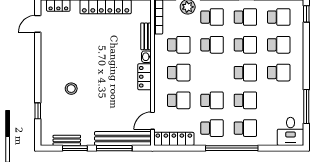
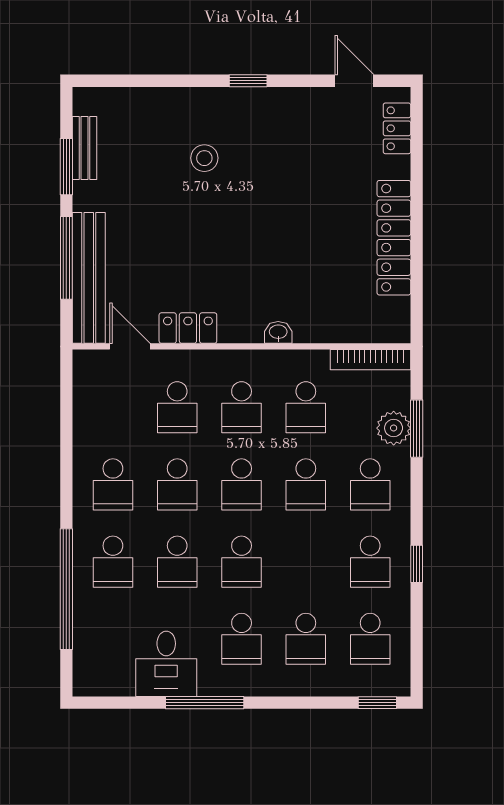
bench: (146, 36) -> (325, 331), removed
school desk: (245, 45) -> (242, 484), moved
locker: (145, 77) -> (188, 328), moved
window: (306, 107) -> (205, 703), moved
window: (38, 111) -> (248, 81), moved
desk: (291, 131) -> (166, 664), moved, turned -90
locker: (174, 139) -> (88, 396), removed
window: (232, 148) -> (66, 589), moved

